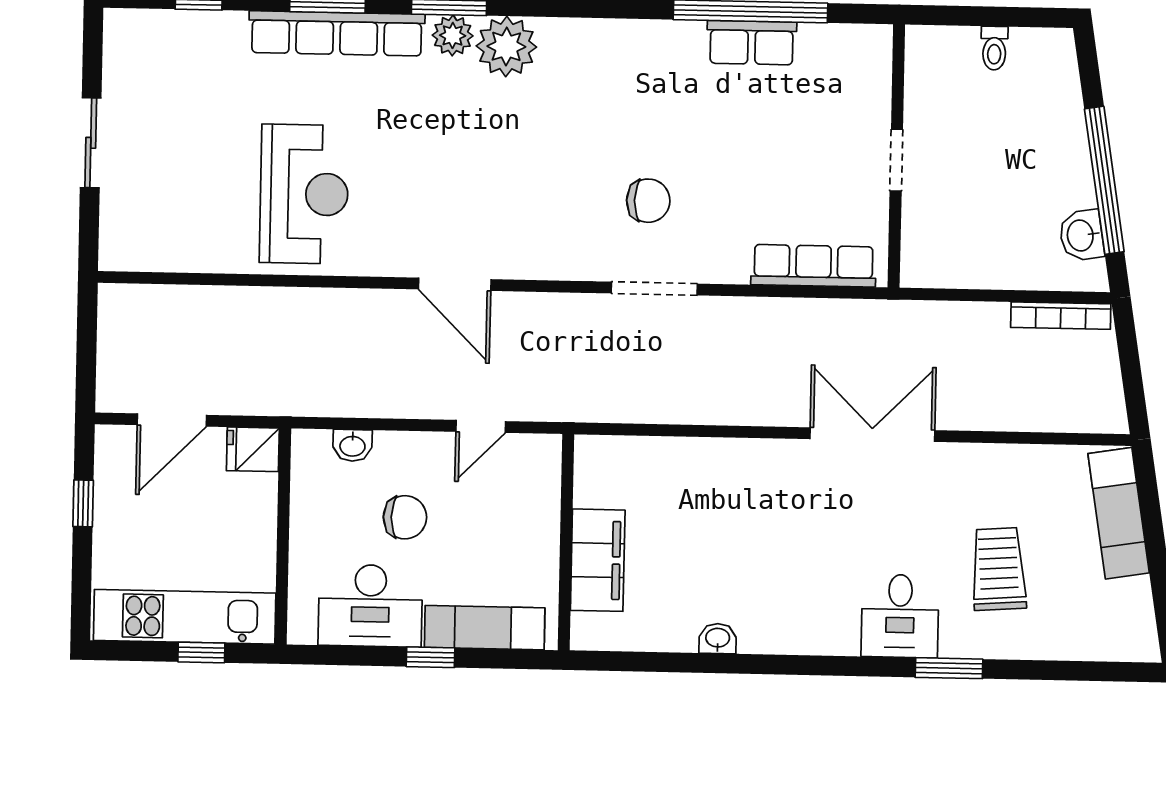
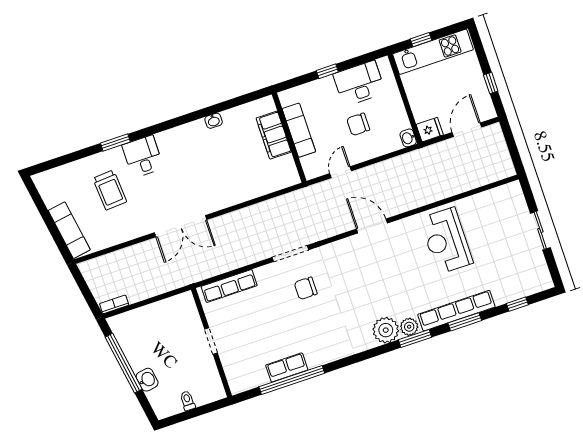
washbasin: (1081, 235) -> (147, 380), moved
bookcase: (1061, 316) -> (114, 304), width x0.64
washbasin: (352, 445) -> (408, 138), moved, turned -90
exam couch: (485, 628) -> (299, 130), moved, turned -90

